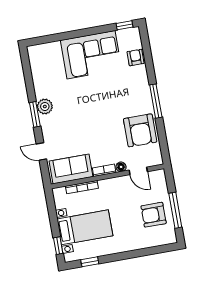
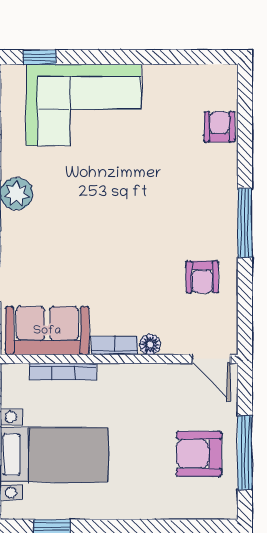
window: (125, 25) -> (40, 57), moved
corner sofa: (91, 55) -> (84, 105), moved
armchair: (140, 130) -> (202, 277), width x0.53, depth x0.53
door: (138, 171) -> (211, 359), moved

